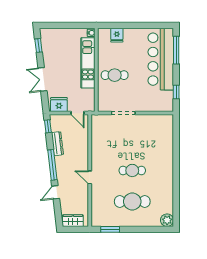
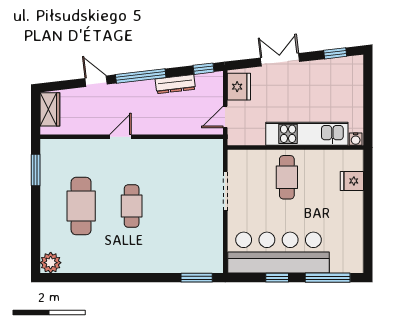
bar counter: (161, 59) -> (278, 253), moved
window: (176, 92) -> (277, 278), moved
window: (176, 131) -> (197, 278), added

